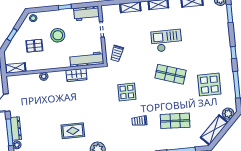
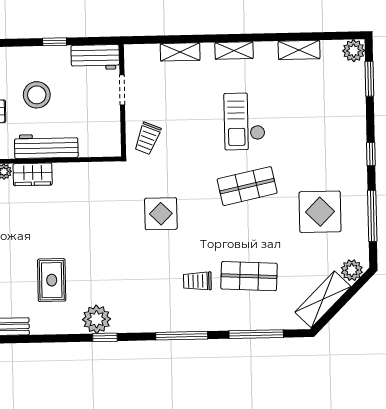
checkout: (167, 41) -> (244, 121), turned -90
workbench: (87, 59) -> (46, 146), moved
shop shelf: (170, 74) -> (247, 186), turned -30
wardrobe: (76, 75) -> (33, 174), moved
trolley: (139, 121) -> (197, 281), moved
rug: (73, 131) -> (52, 280), turned 90

